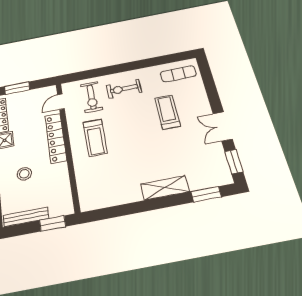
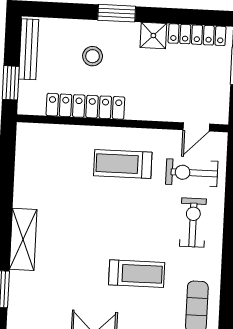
door: (61, 102) -> (196, 127), swing flipped
locker: (56, 138) -> (85, 106), moved

